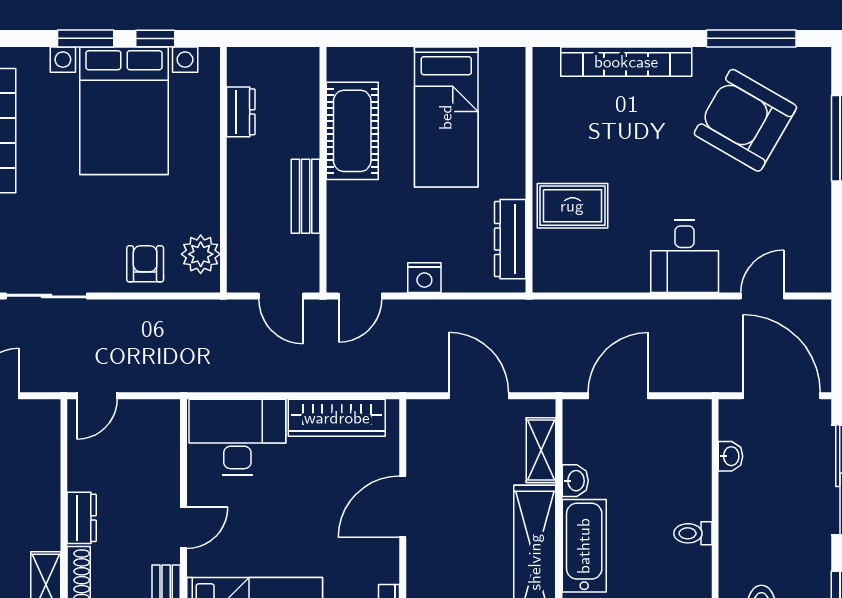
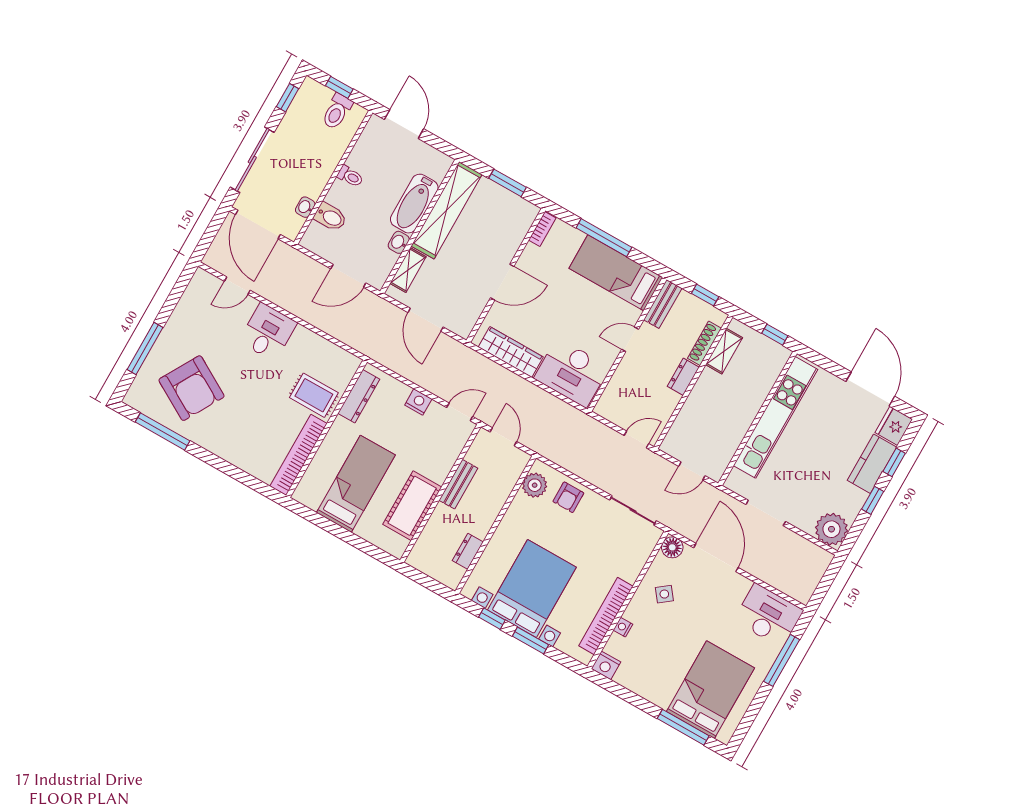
bookcase: (626, 62) -> (298, 455), moved, turned -90
bidet: (688, 462) -> (330, 217), added

